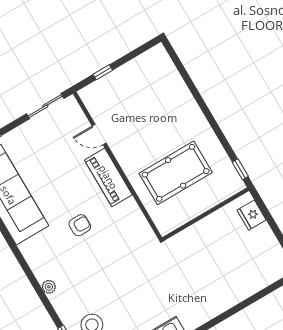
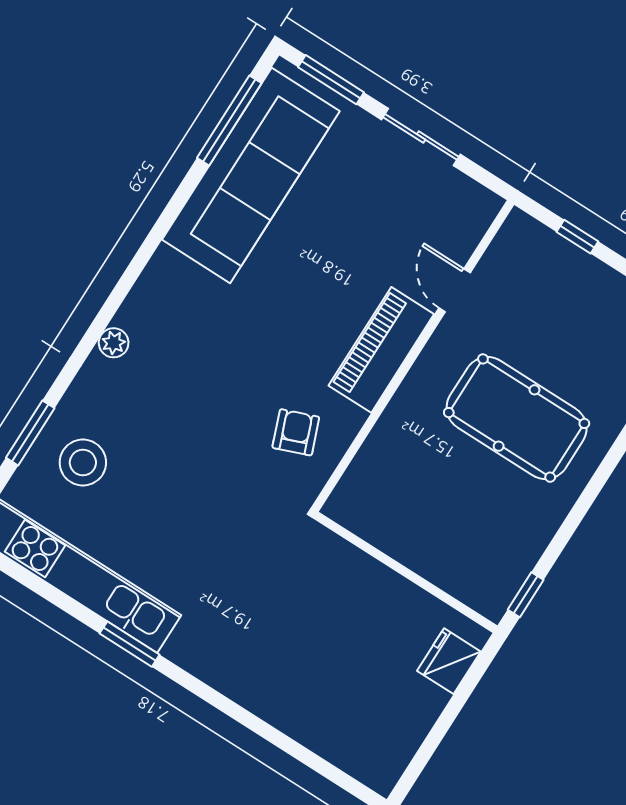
sliding door: (45, 106) -> (421, 137), moved
pool table: (176, 173) -> (517, 418), moved
armchair: (80, 225) -> (296, 432), moved, turned -111

